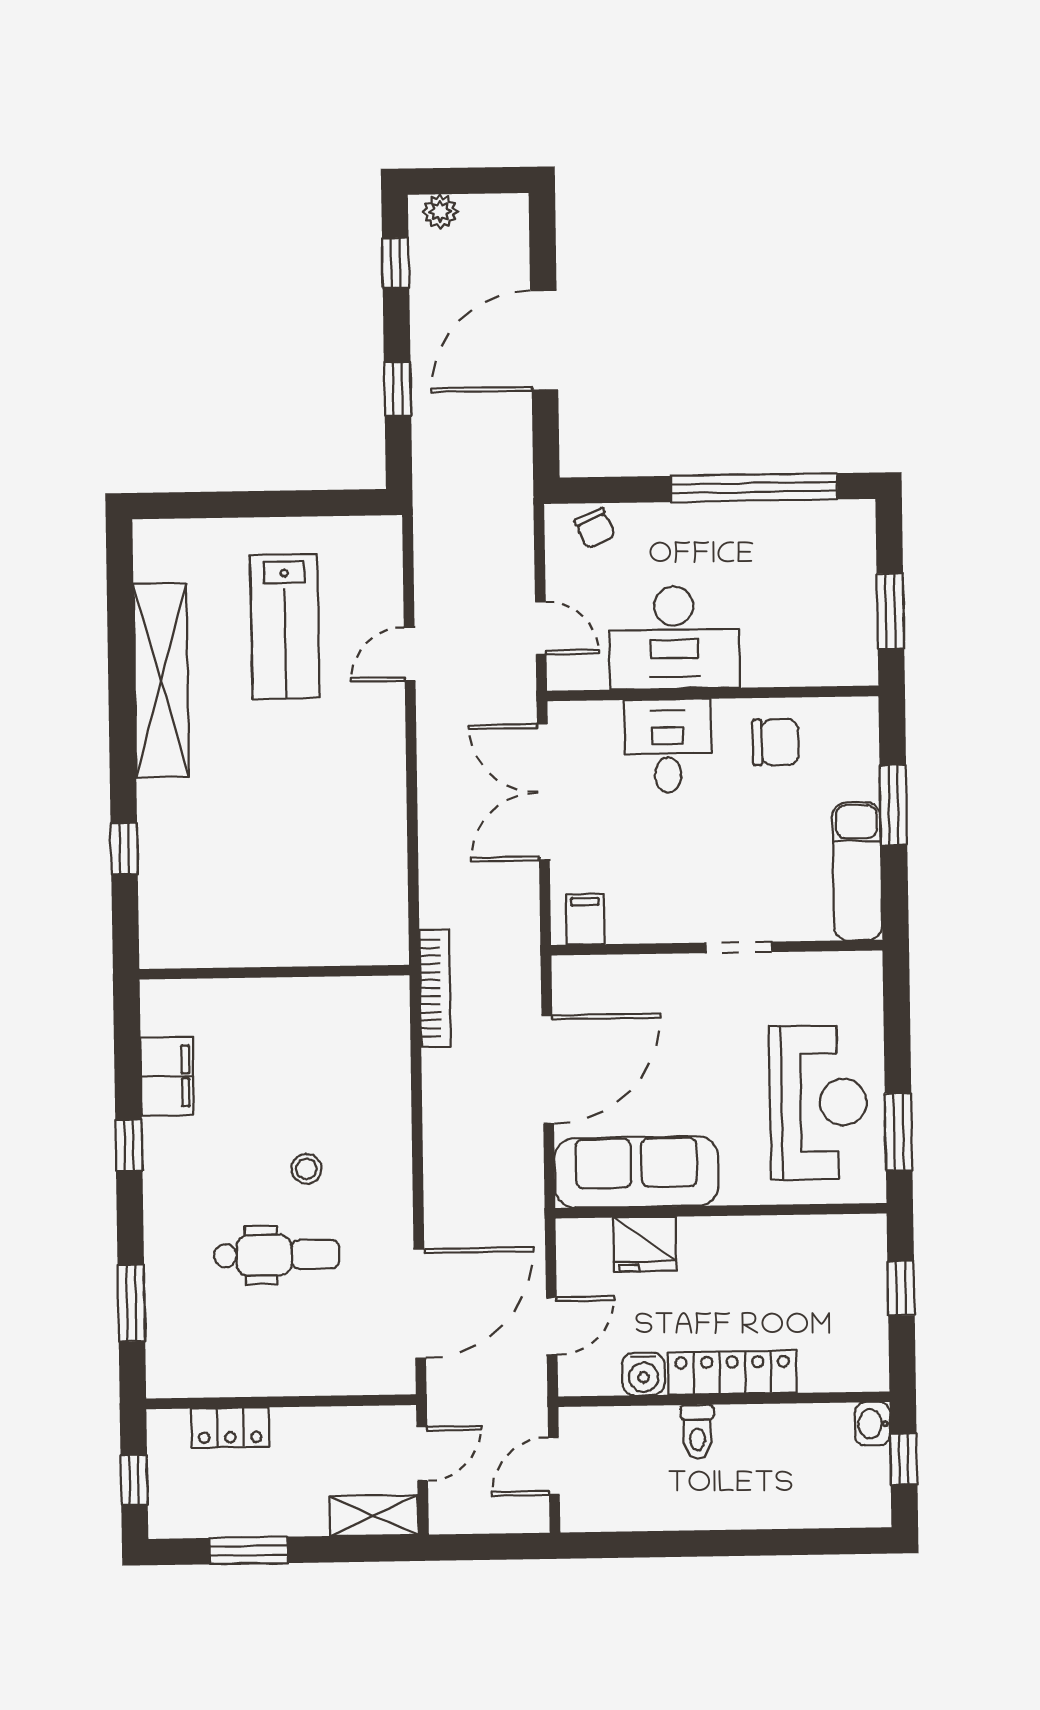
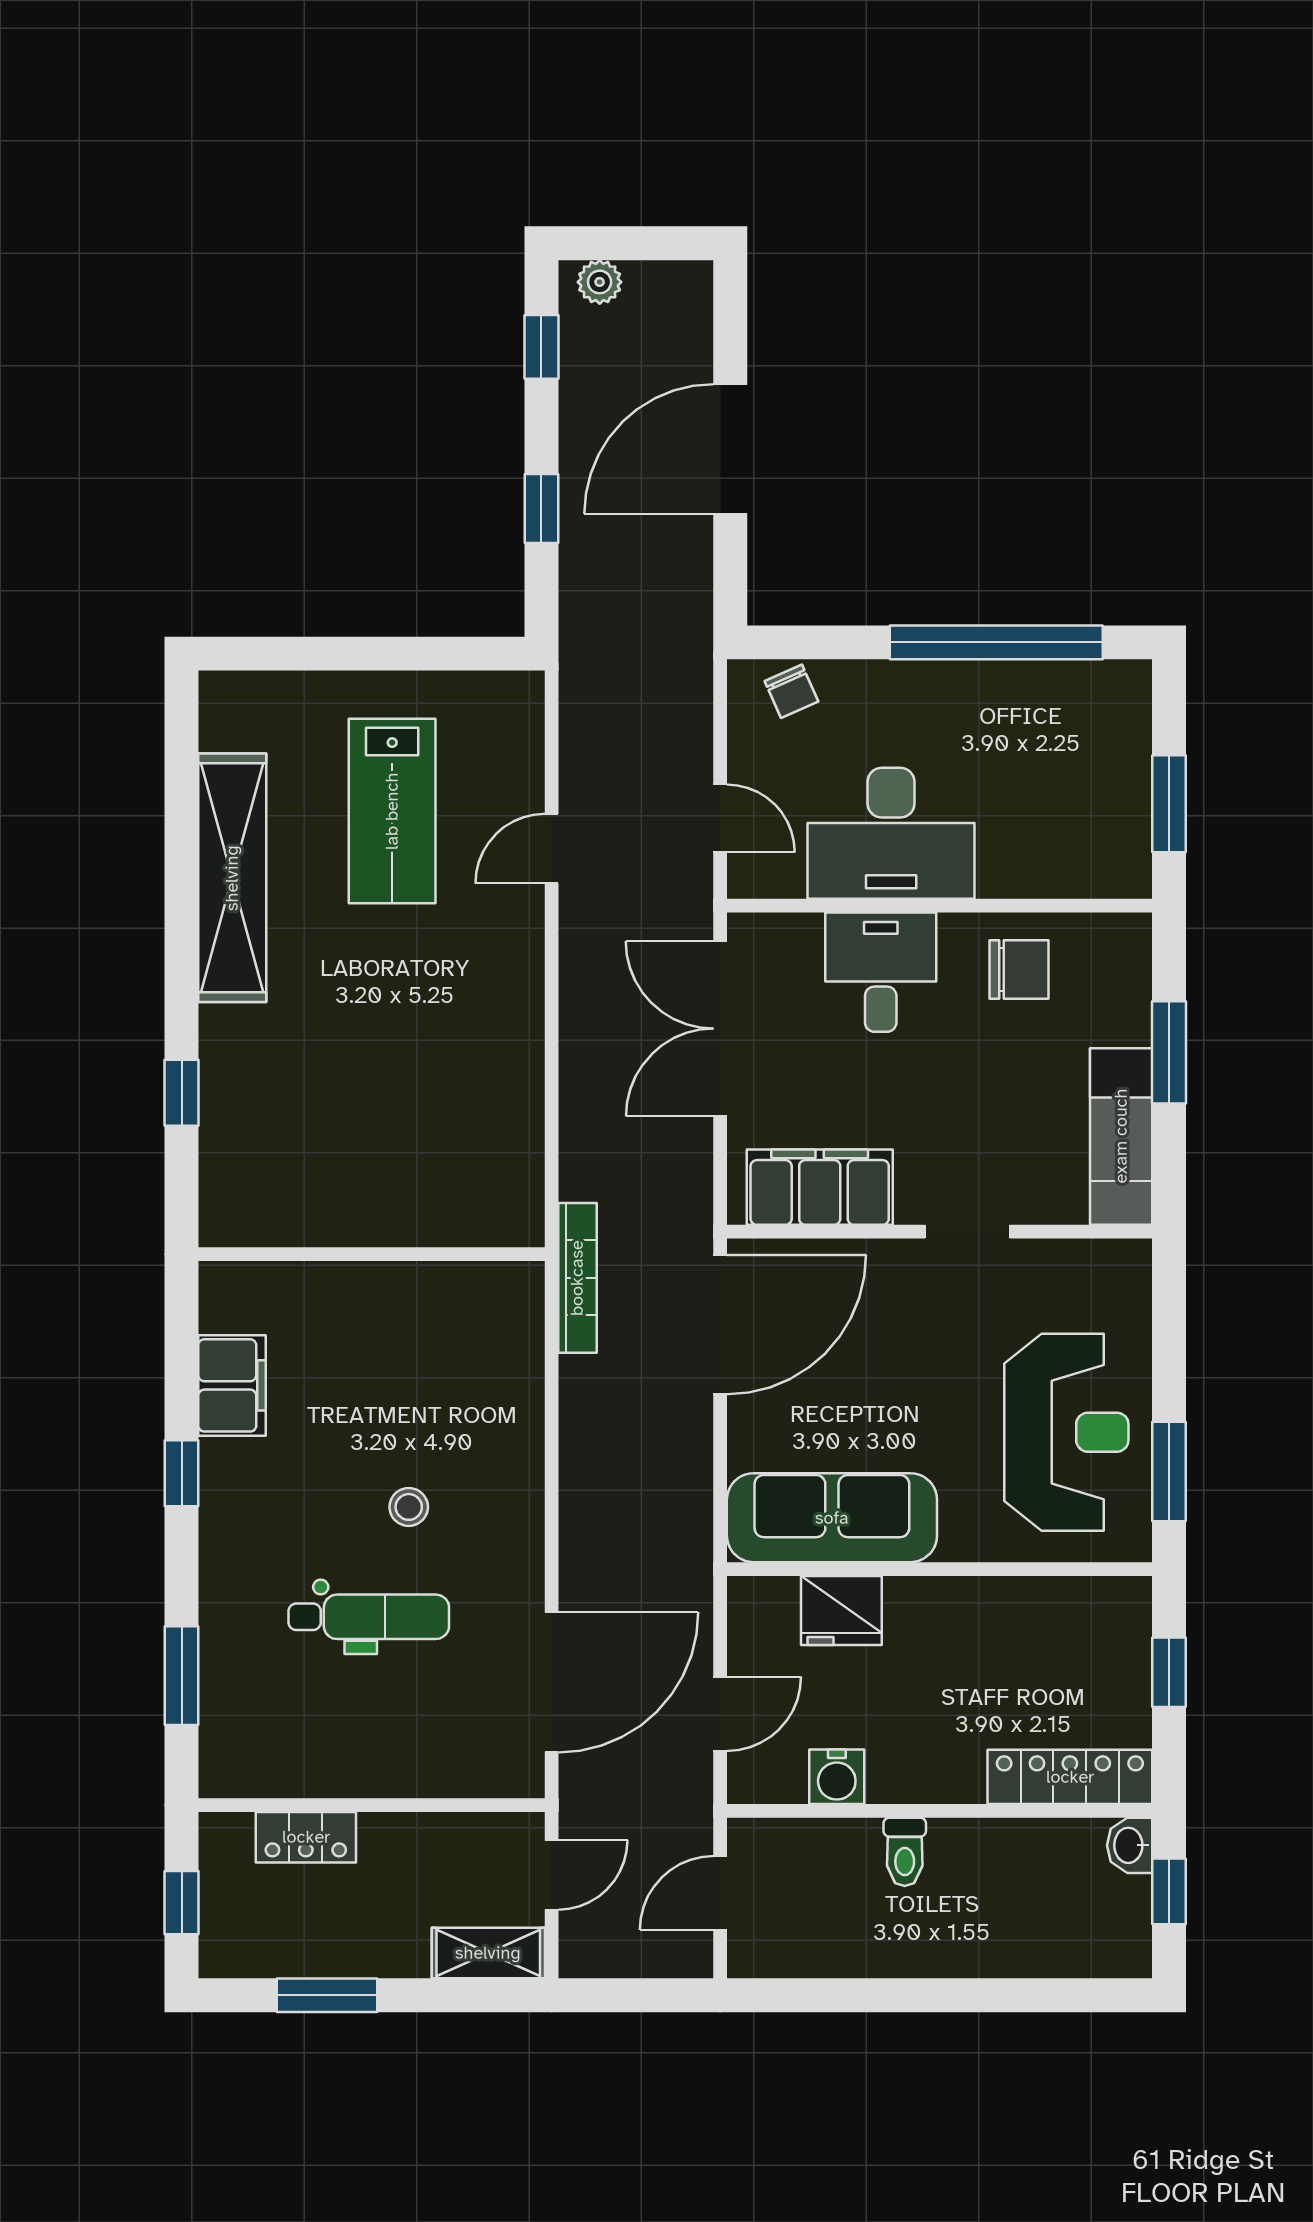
filing cabinet: (585, 919) -> (820, 1187), width x3.00, depth x1.17
door: (548, 1070) -> (720, 1324), moved
locker: (732, 1373) -> (1070, 1777), moved

